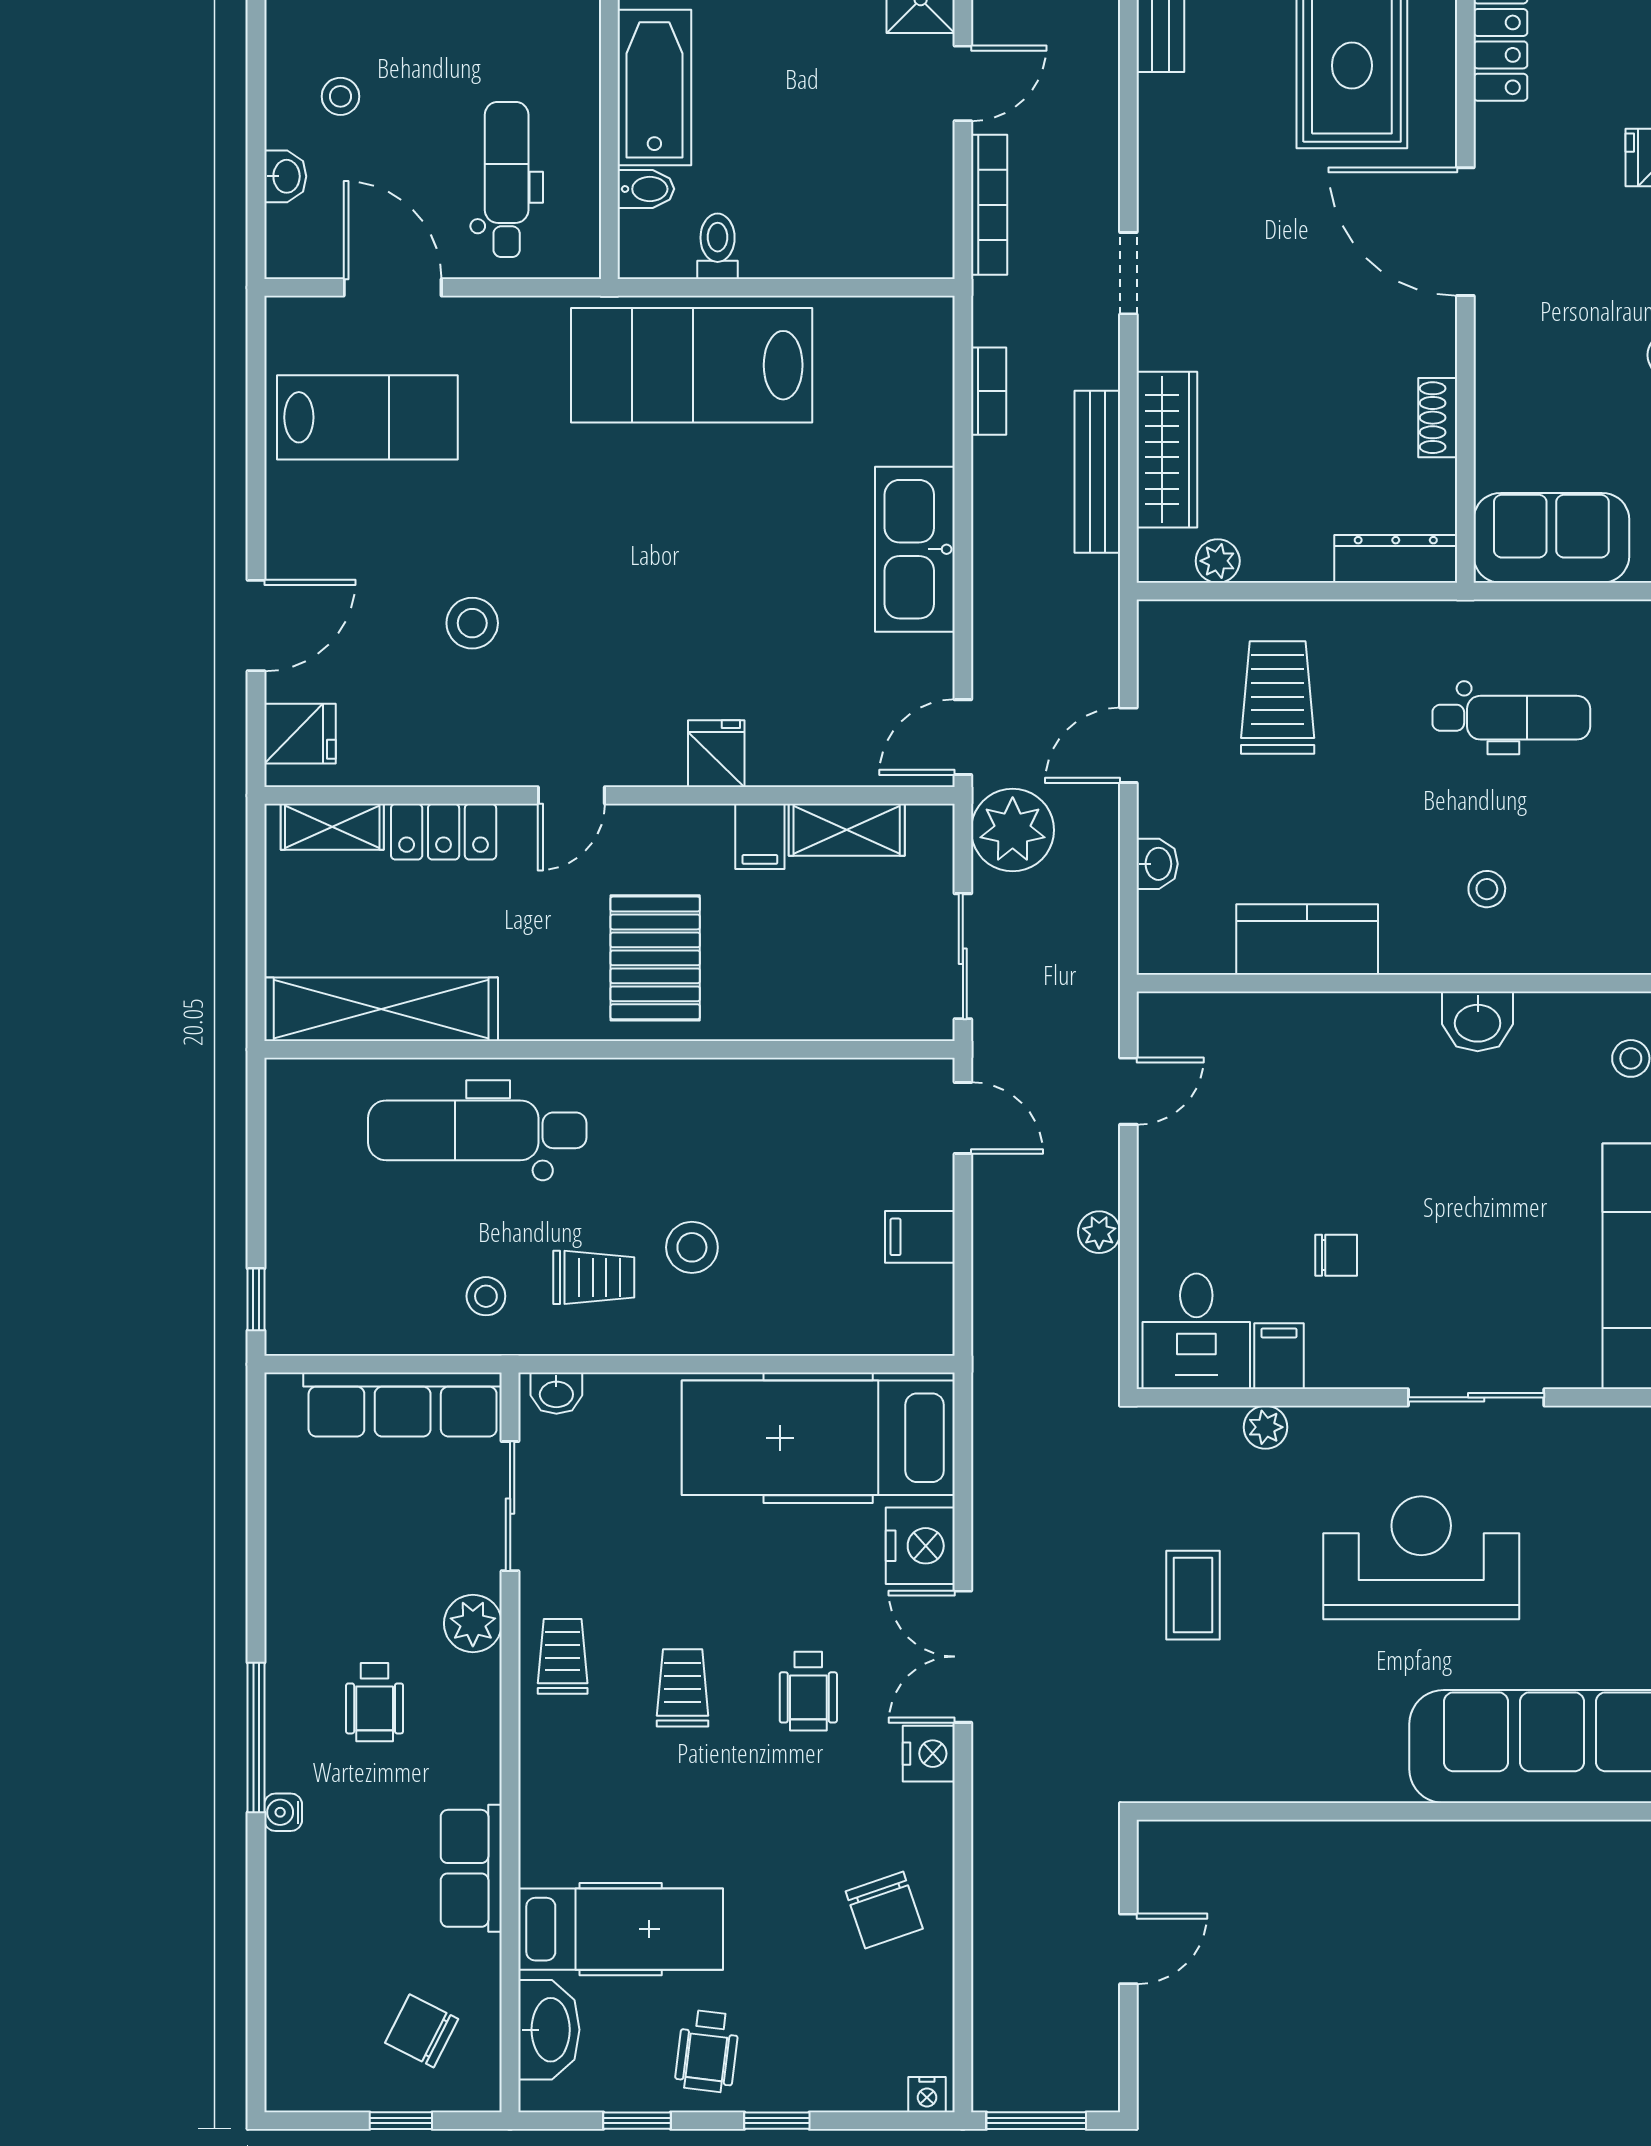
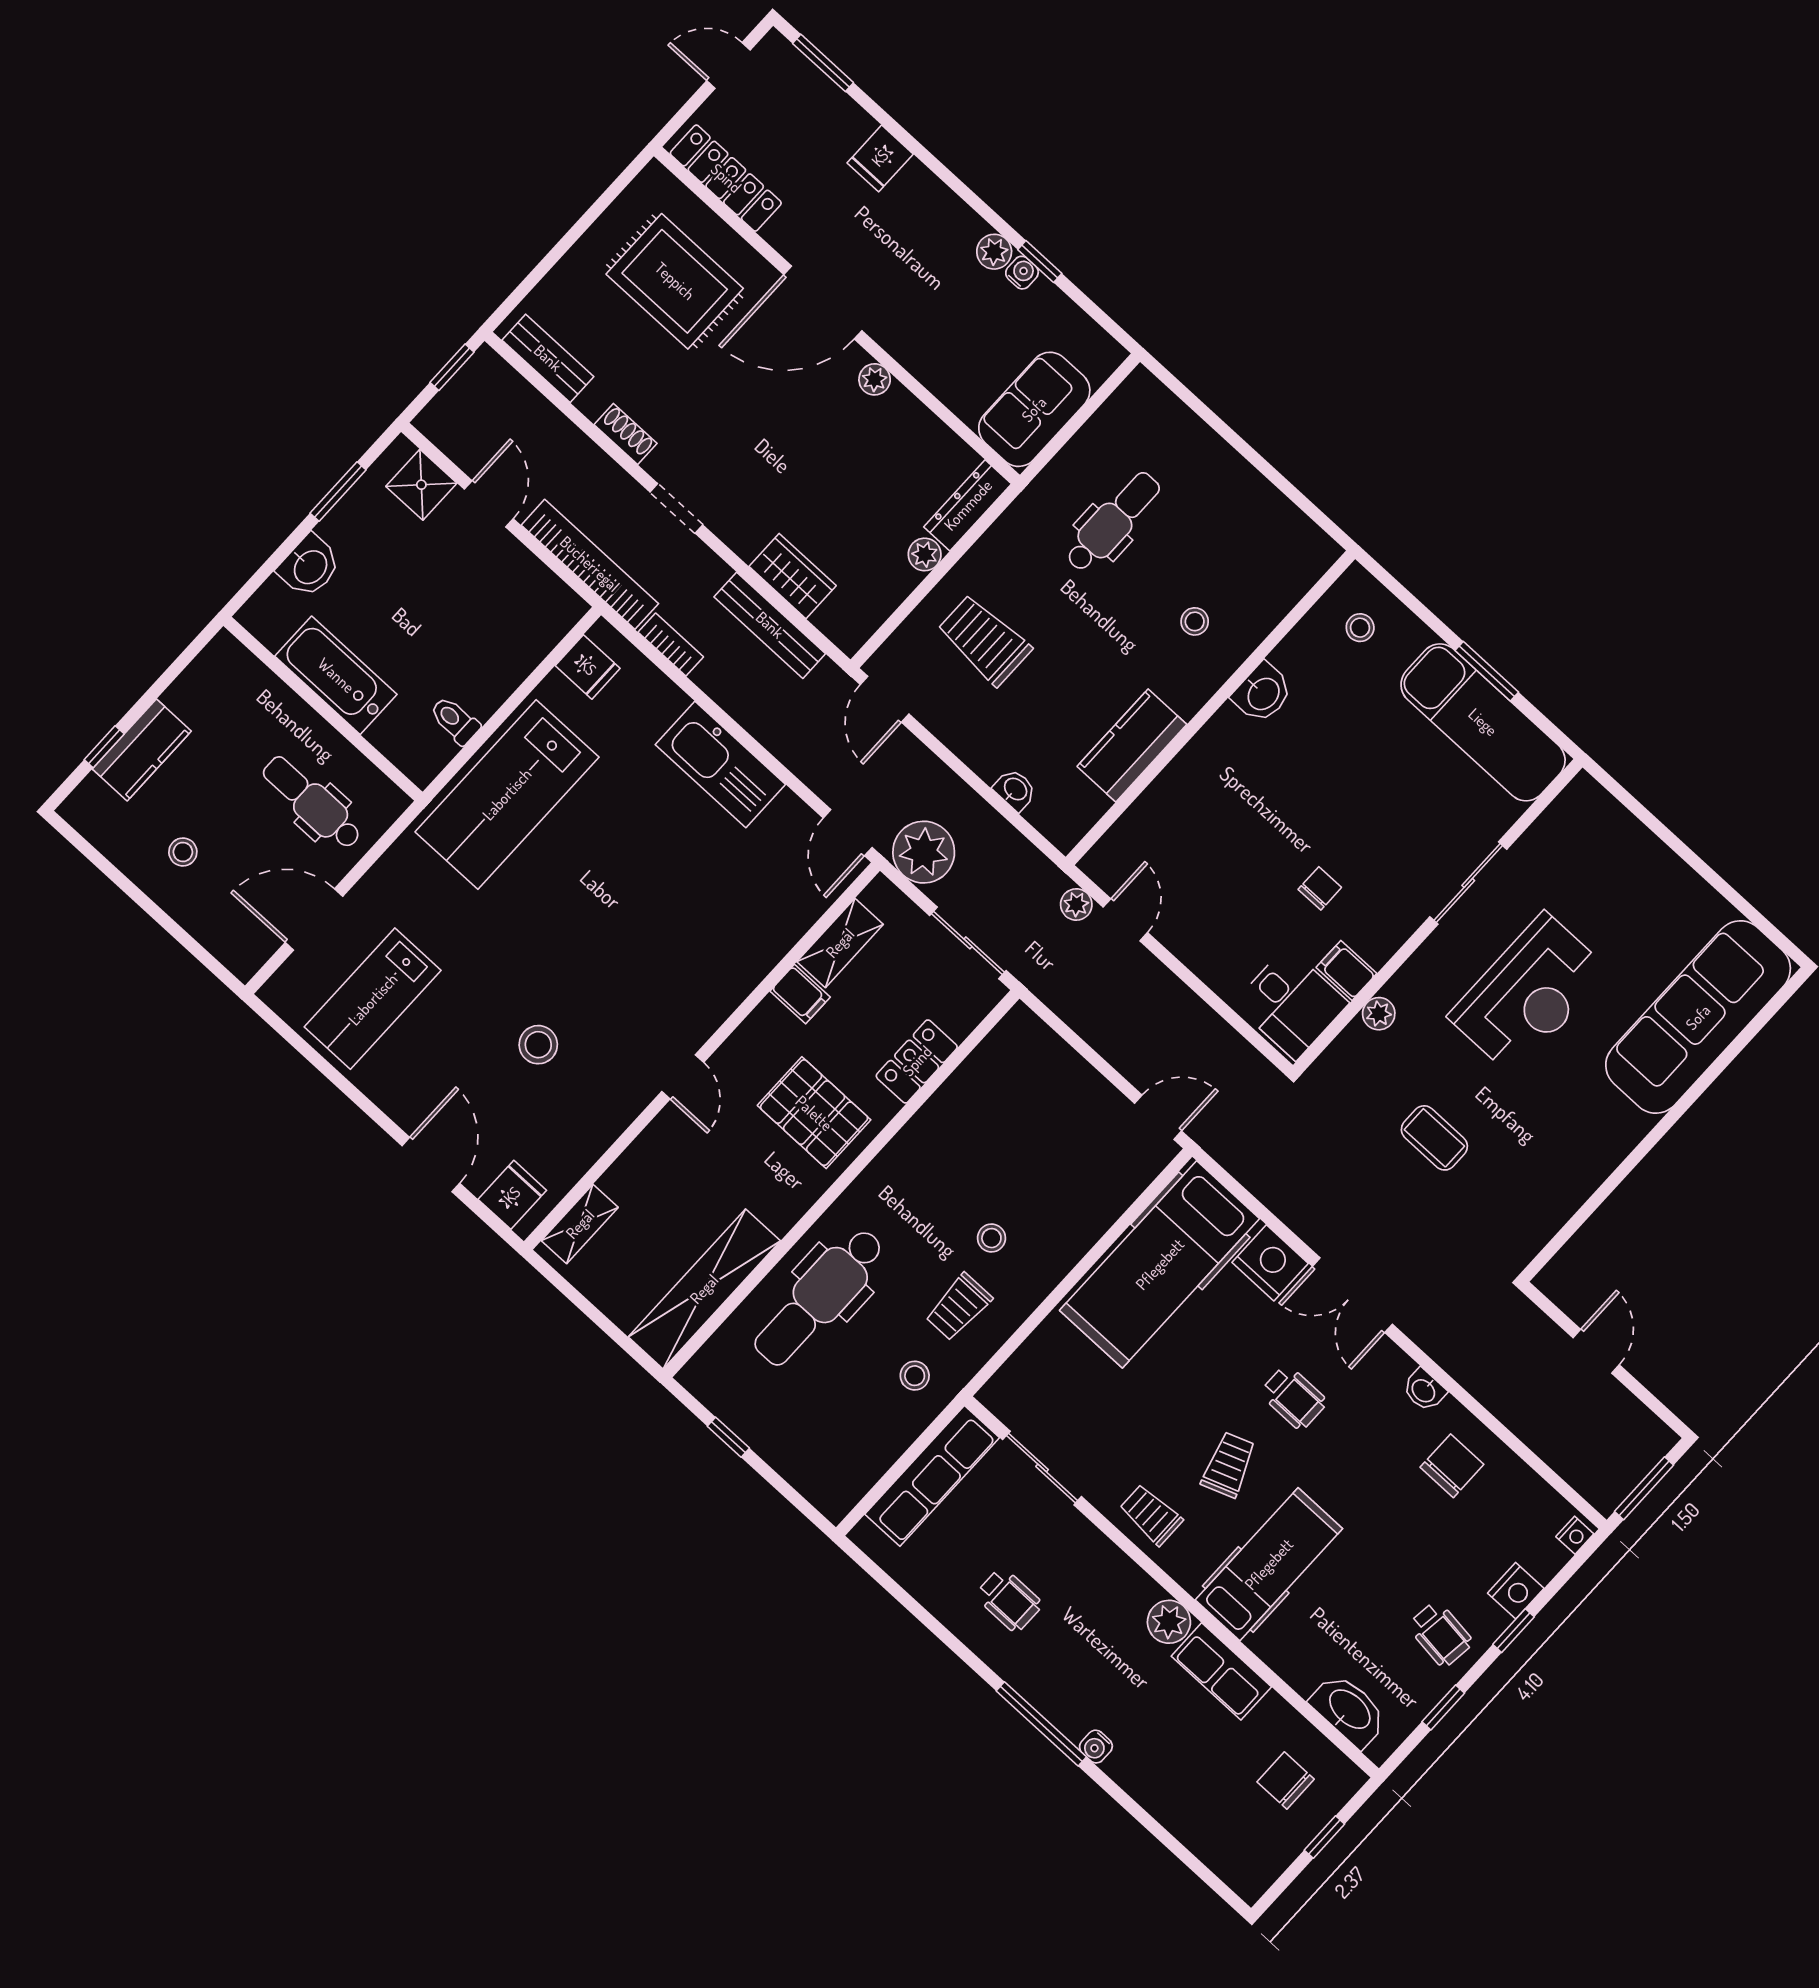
washbasin: (285, 176) -> (199, 923), removed
bidet: (646, 189) -> (387, 731), removed
bookcase: (989, 205) -> (590, 564), width x1.48, depth x1.31
plant: (1436, 352) -> (875, 379), added
lab bench: (367, 417) -> (373, 999), turned 180
shoe rack: (1438, 418) -> (626, 434), moved, turned 180
wardrobe: (1167, 450) -> (793, 576), width x0.67
plant: (1218, 561) -> (925, 554), moved
door: (1128, 745) -> (885, 699), moved
fridge: (716, 754) -> (588, 667), moved, turned 180
locker: (444, 832) -> (917, 1061), moved, turned 180
door: (963, 1118) -> (1158, 1117), moved
plant: (1099, 1232) -> (1076, 904), moved
filing cabinet: (920, 1237) -> (1100, 1108), removed
stool: (692, 1247) -> (991, 1238), width x0.73, depth x0.73
trolley: (594, 1277) -> (959, 1307), turned 180
window: (256, 1299) -> (728, 1437), moved
washbasin: (556, 1393) -> (1424, 1390), moved, turned 90
reception desk: (1421, 1558) -> (1529, 994), turned 180
plant: (473, 1624) -> (1169, 1622), moved
trolley: (683, 1688) -> (1229, 1465), turned 70
wheelchair: (375, 1702) -> (1009, 1600), moved
nightstand: (929, 1754) -> (1516, 1591), moved, turned 90
chair: (884, 1910) -> (1452, 1466), turned -71
hospital bed: (621, 1929) -> (1269, 1564), moved
chair: (422, 2031) -> (1286, 1780), turned 63

